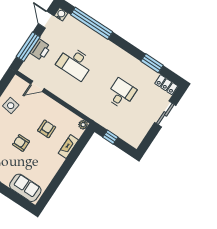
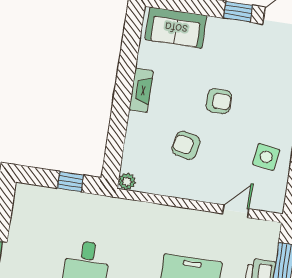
armchair: (47, 129) -> (186, 145), turned 101
fireplace: (68, 147) -> (141, 90), moved

